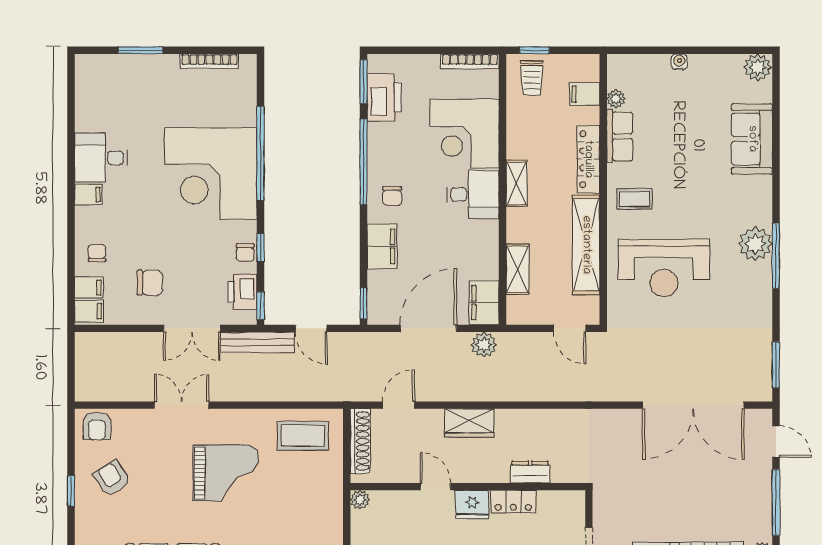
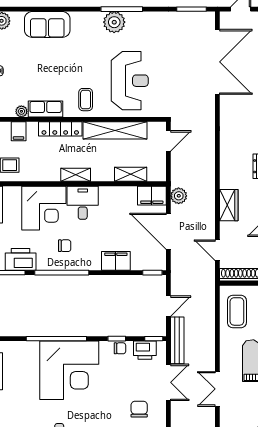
chair: (392, 196) -> (65, 246), moved

